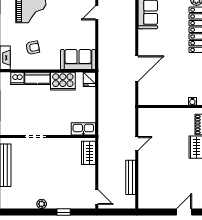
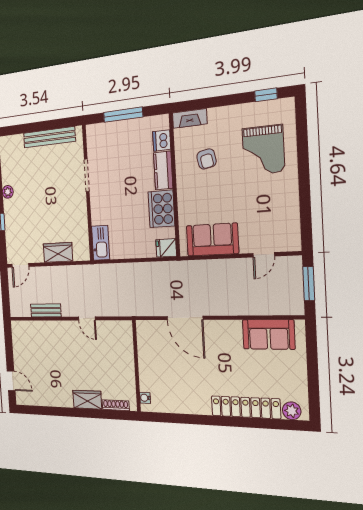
door: (97, 13) -> (264, 255), swing flipped
sofa: (78, 60) -> (212, 240), moved, turned -90
wardrobe: (89, 153) -> (58, 252), moved
bench: (131, 177) -> (46, 310), width x0.73

